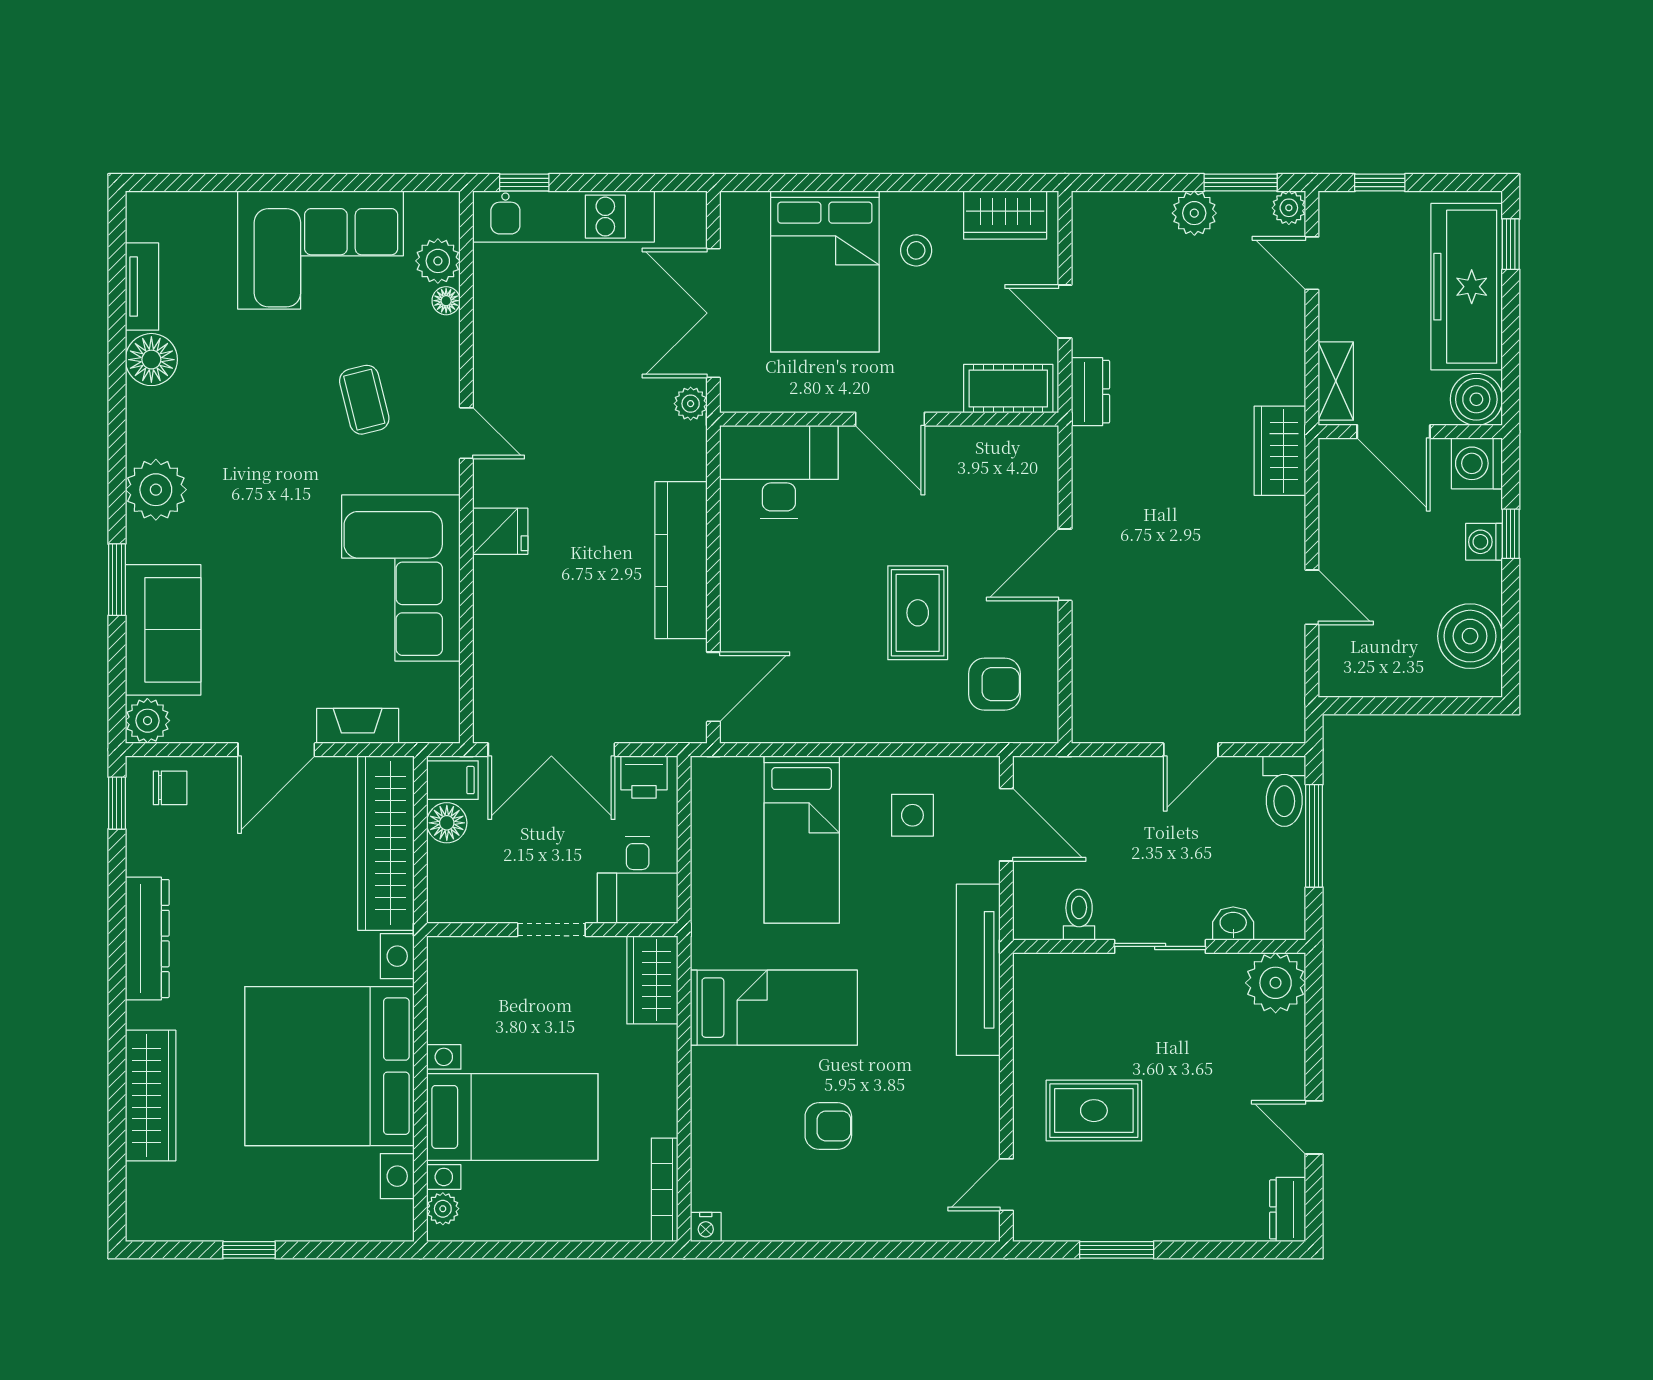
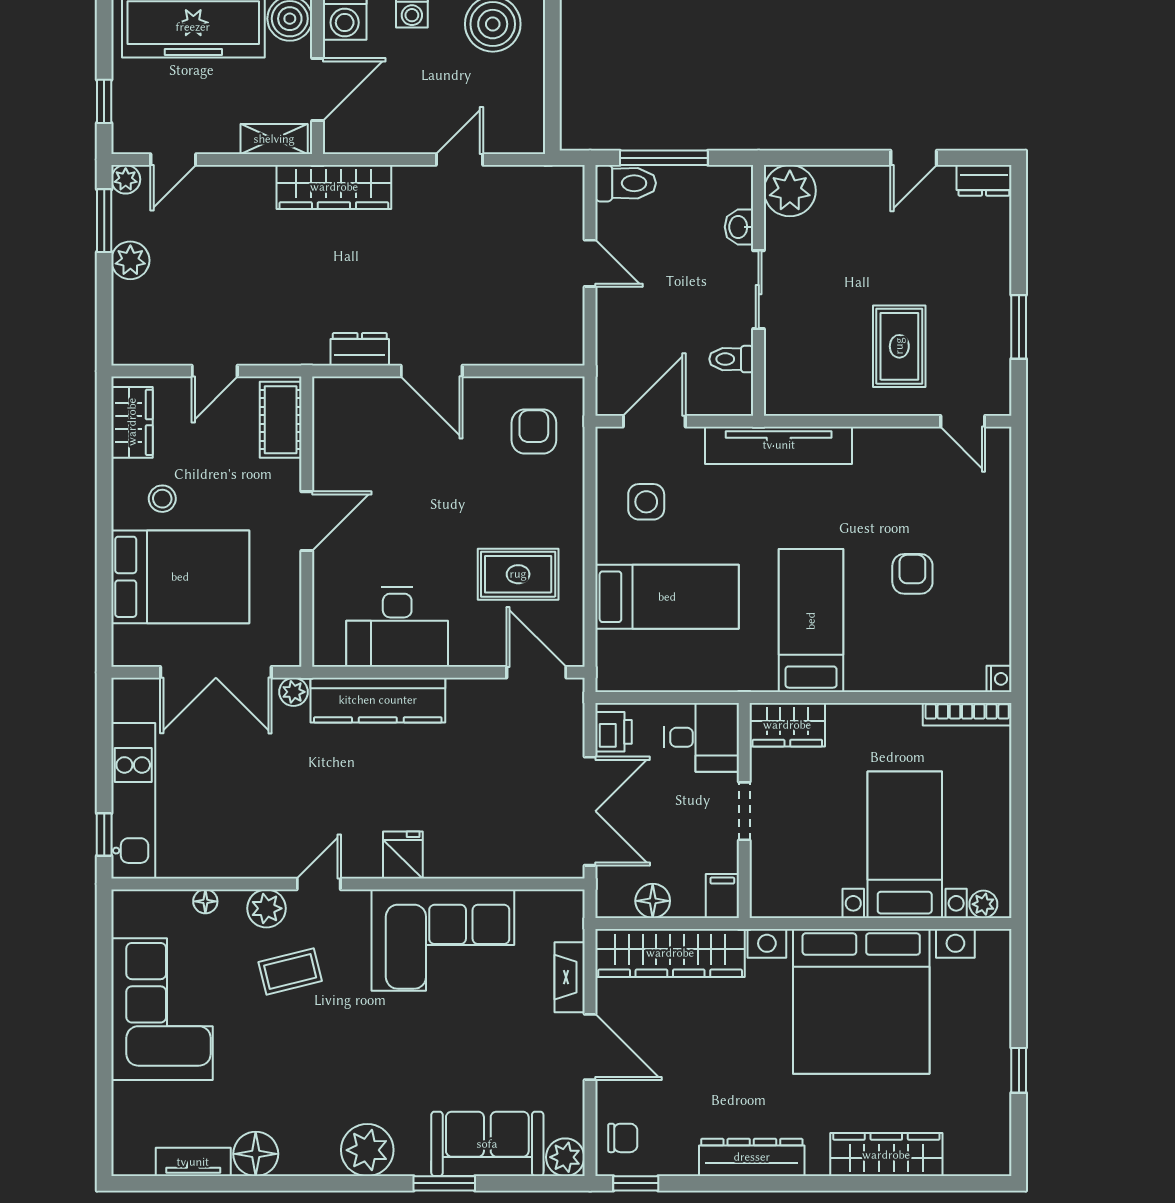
plant: (438, 261) -> (266, 908), moved
dresser: (1090, 392) -> (360, 349), moved
wardrobe: (1280, 451) -> (334, 187), width x1.50
desk: (779, 472) -> (397, 627), moved, turned -90
kitchen counter: (681, 560) -> (378, 700), moved
rug: (918, 613) -> (518, 574), moved
filing cabinet: (452, 780) -> (722, 896), moved
chair: (170, 788) -> (623, 1138), turned 90

